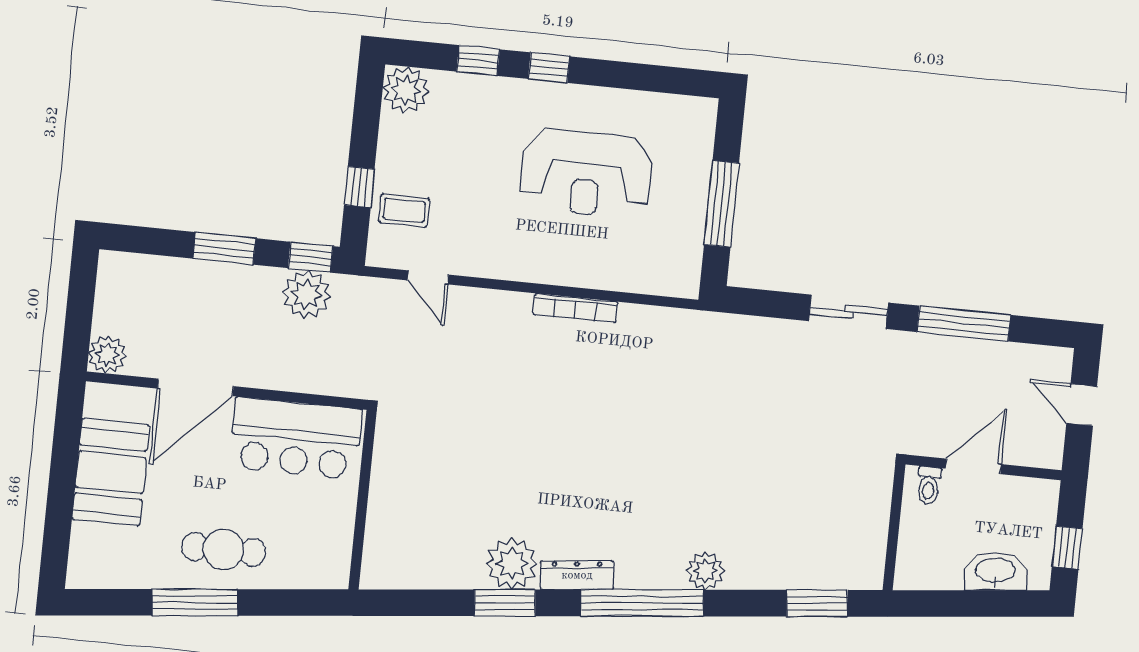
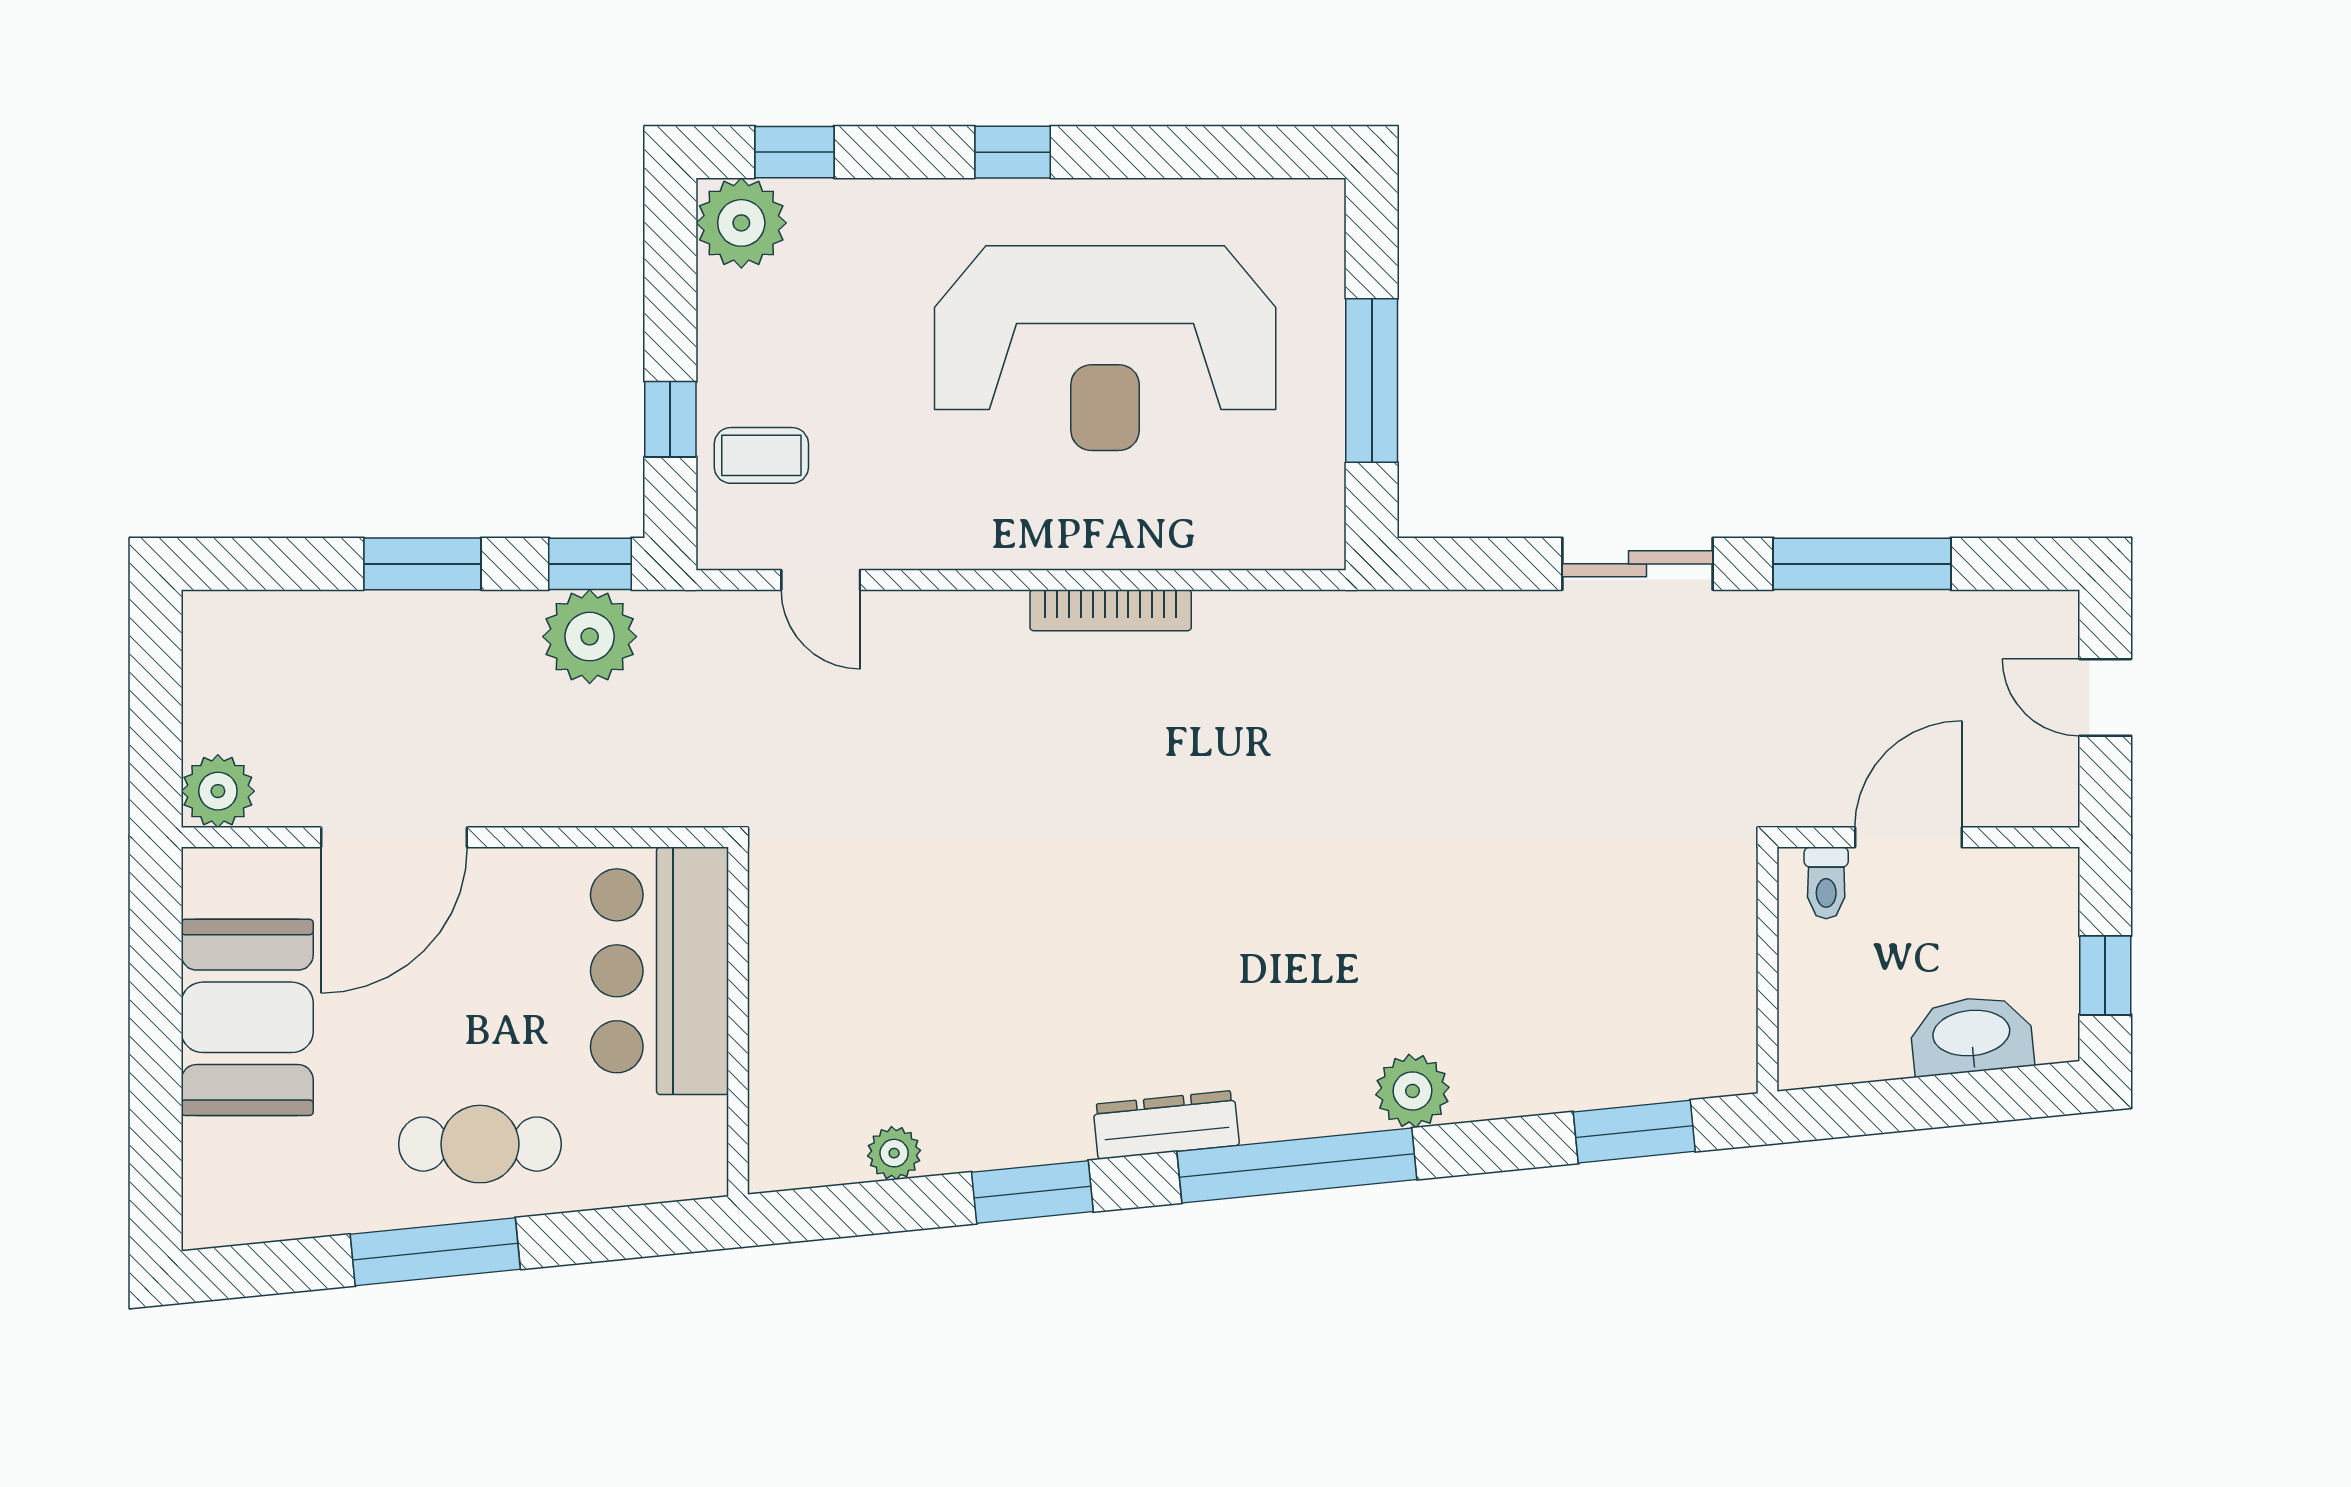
window: (478, 60) -> (794, 152), moved
reception desk: (586, 173) -> (1105, 348), width x1.36, depth x1.30
bar counter: (296, 438) -> (659, 971), moved, turned 90
plant: (512, 564) -> (894, 1153), moved, width x0.53, depth x0.53

